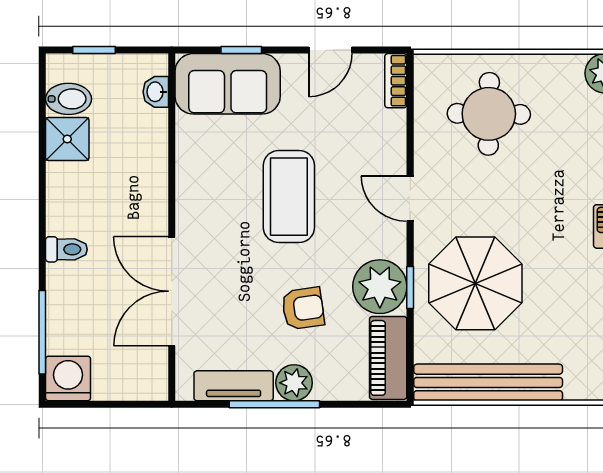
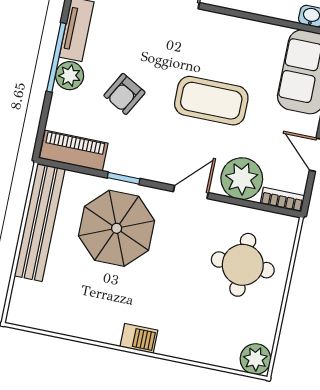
plant: (380, 287) -> (242, 179), moved
armchair: (303, 308) -> (124, 94), turned 37

